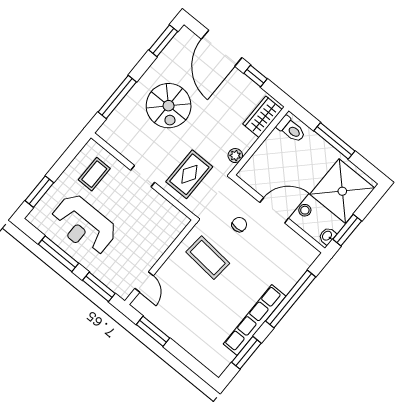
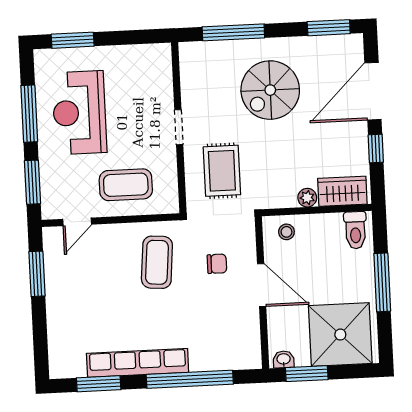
plant: (235, 156) -> (307, 198), moved
coffee table: (94, 174) -> (126, 185), moved, width x1.36, depth x1.30
rug: (189, 174) -> (222, 171), turned 90
stool: (305, 210) -> (286, 232), moved

